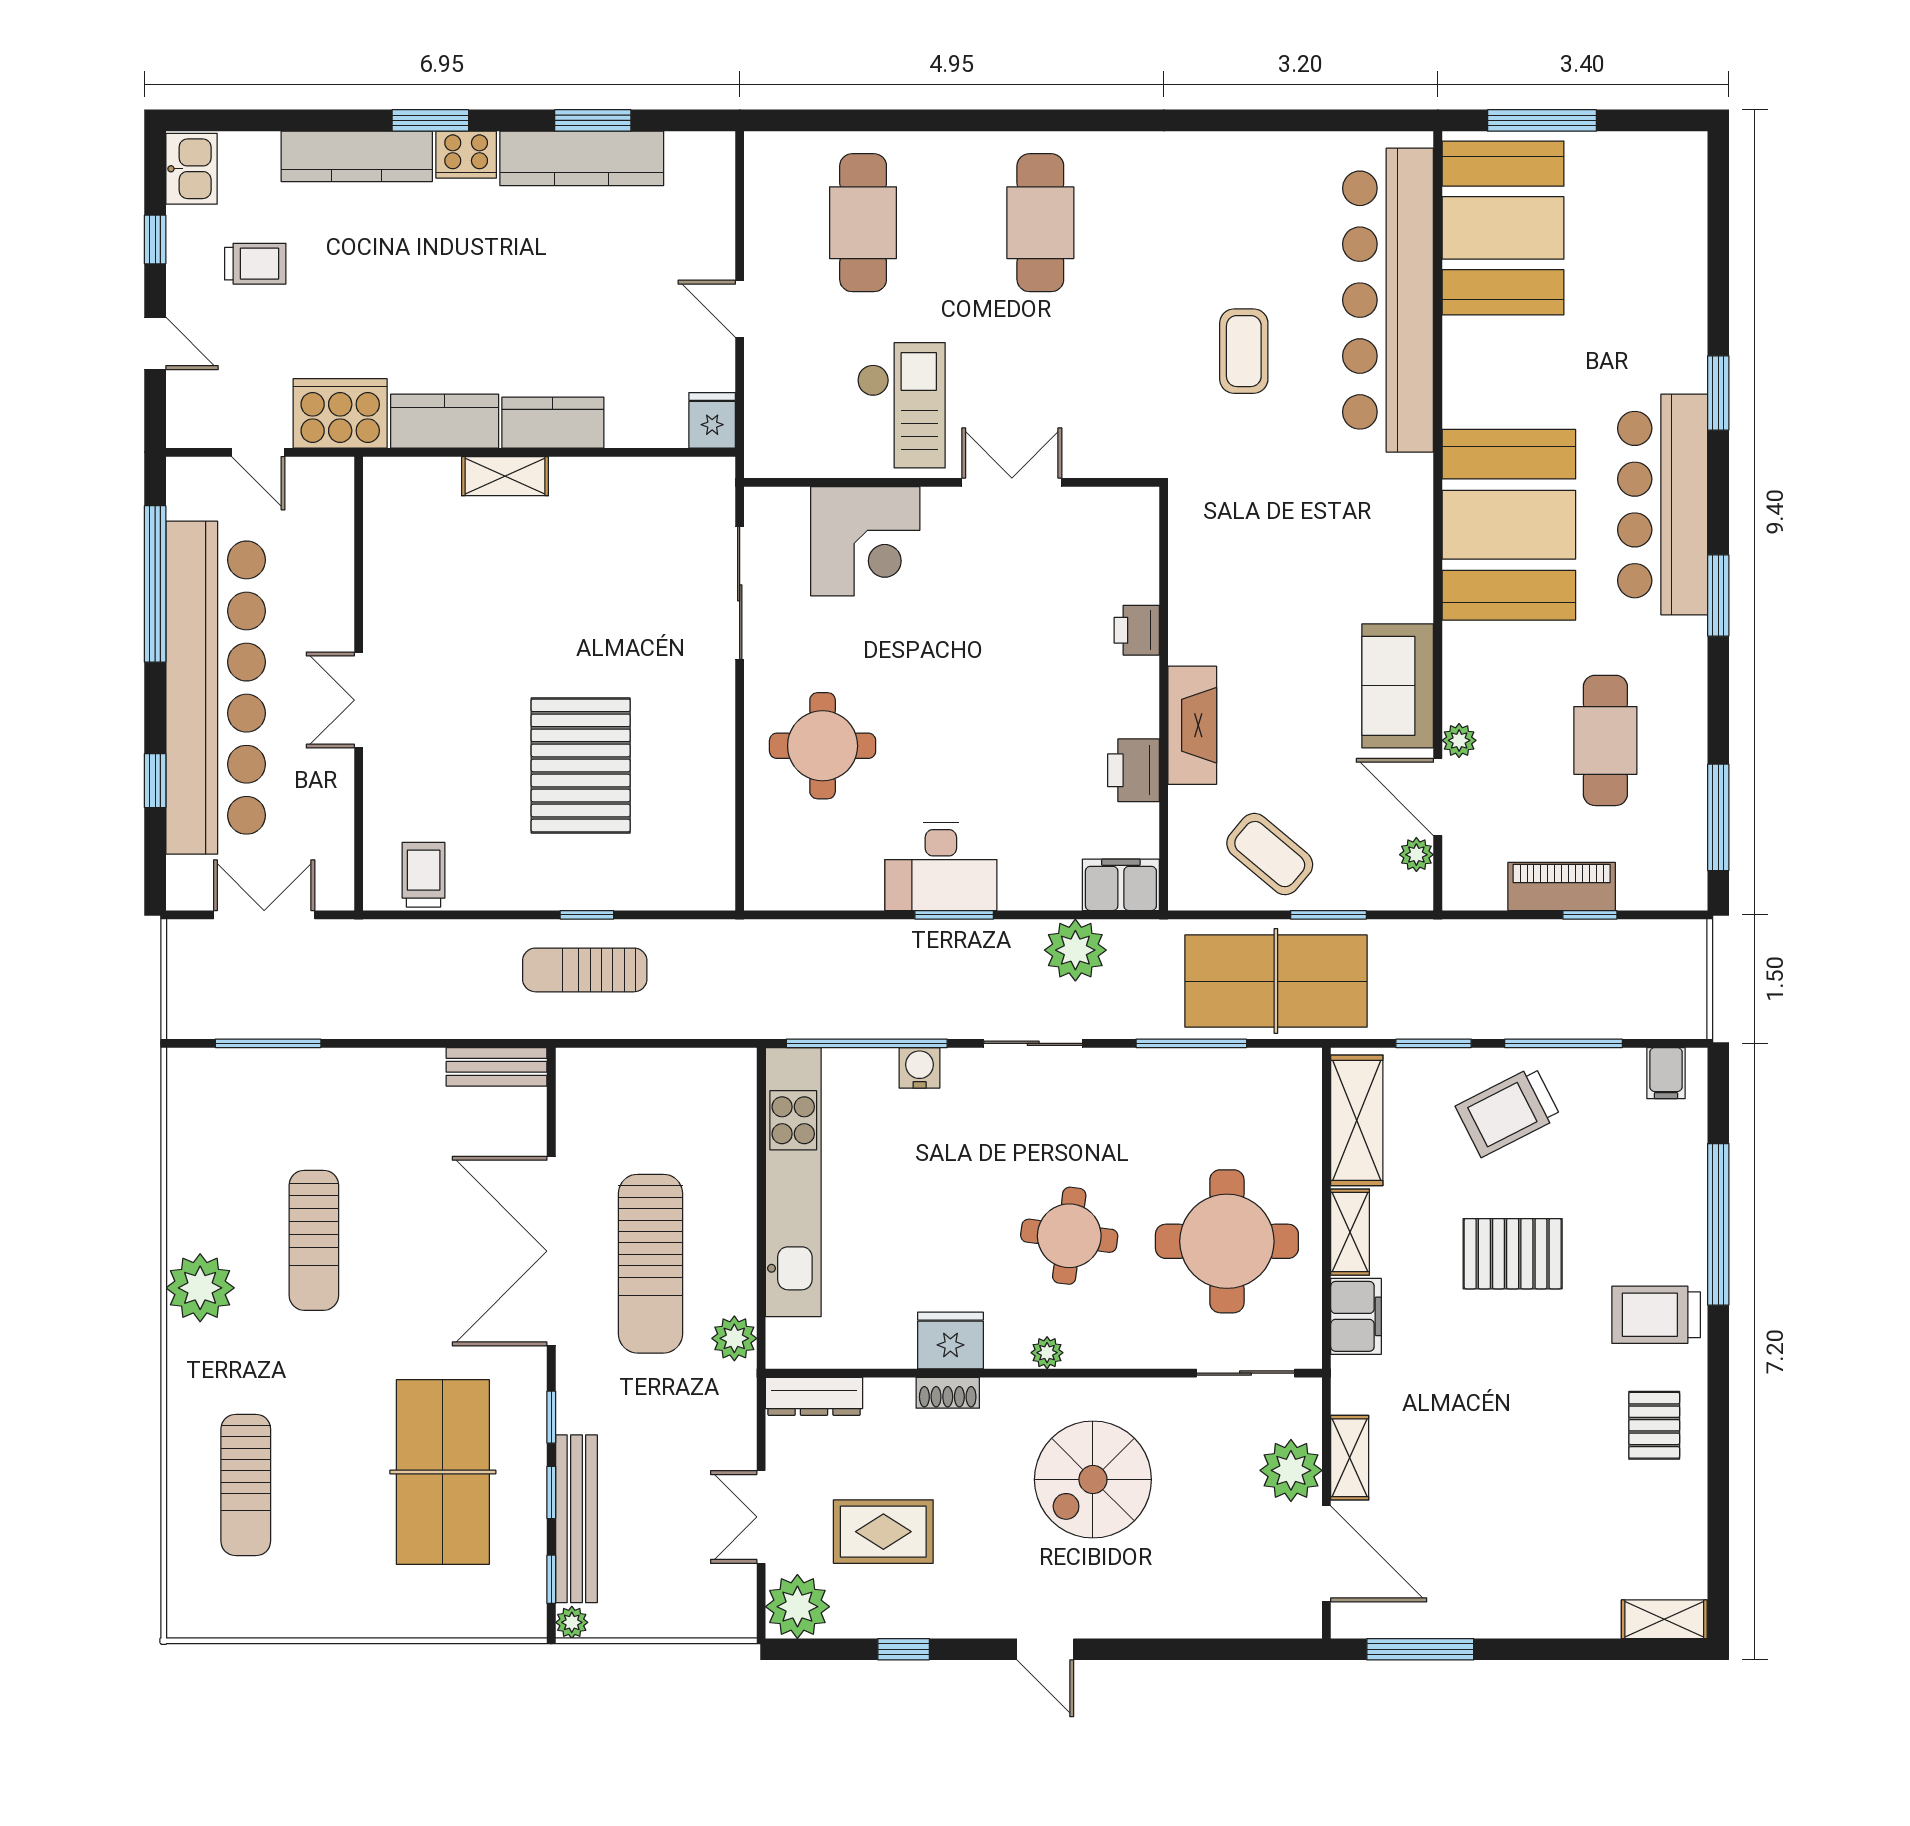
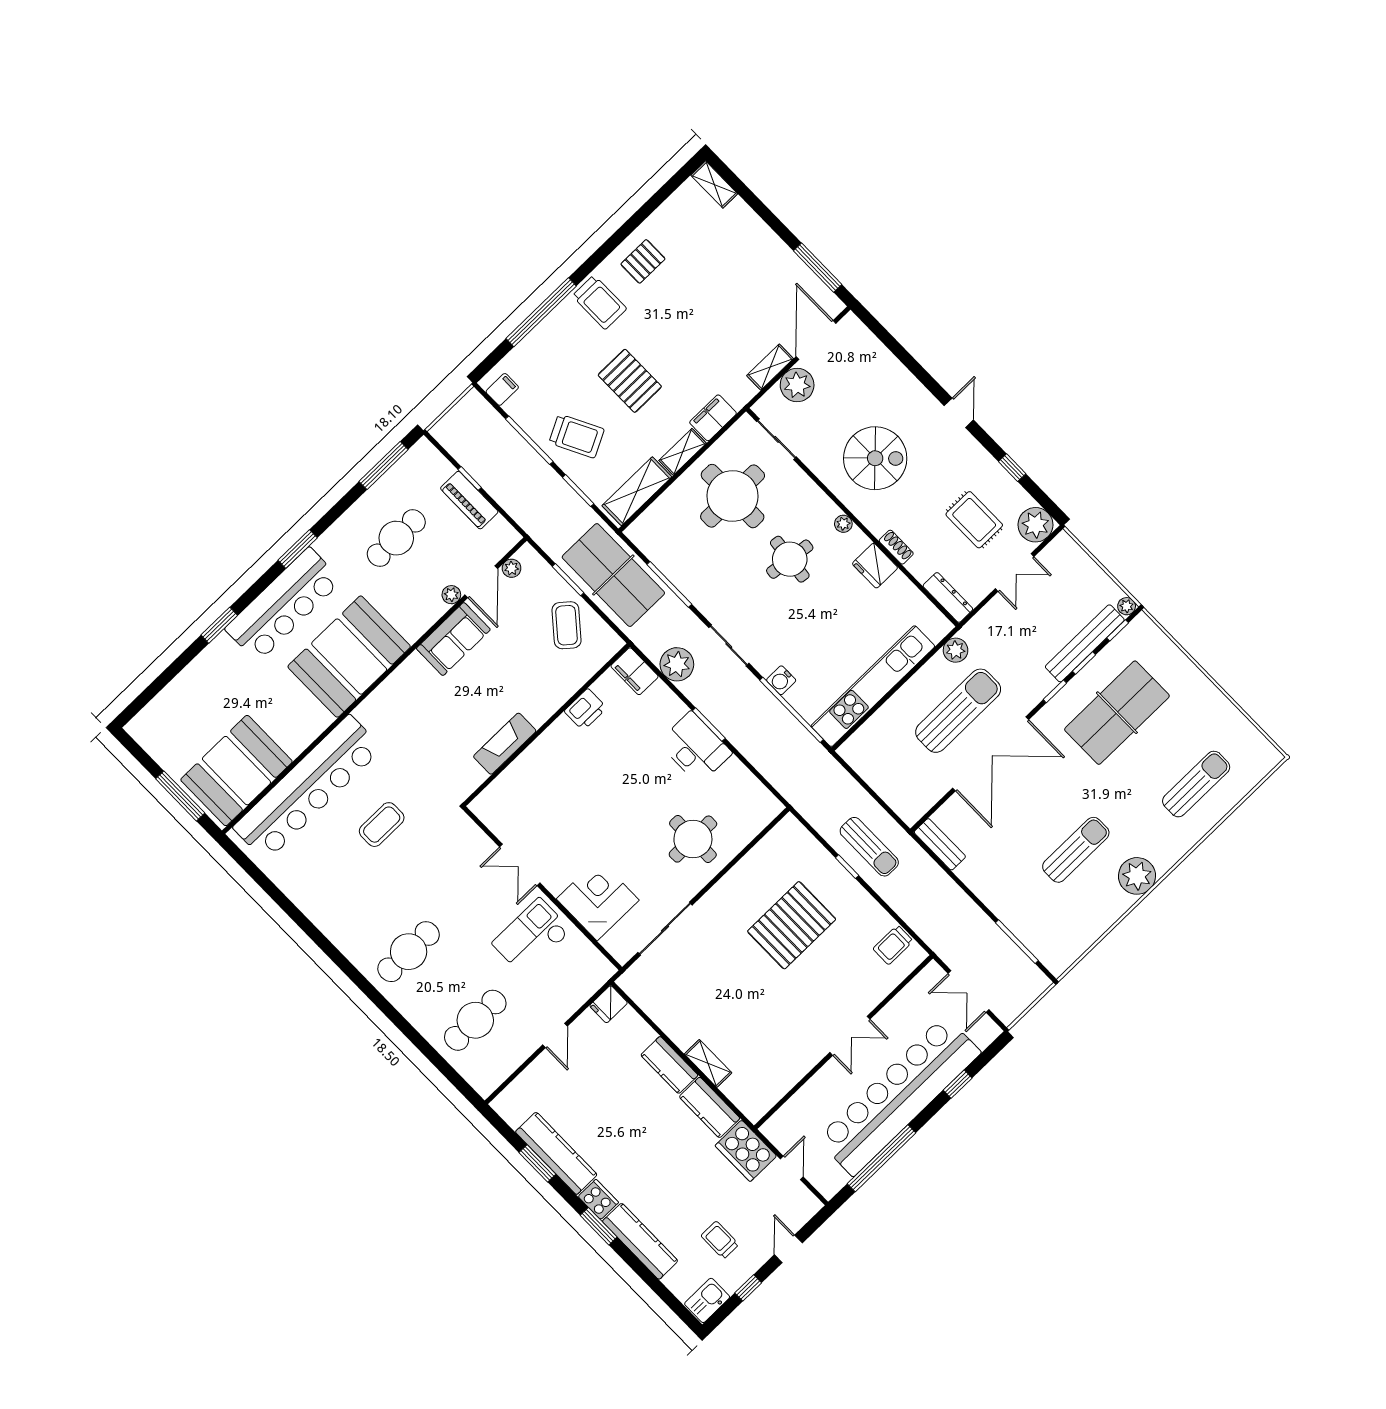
printer: (1137, 630) -> (530, 761), removed
fireplace: (1192, 725) -> (505, 744), moved

